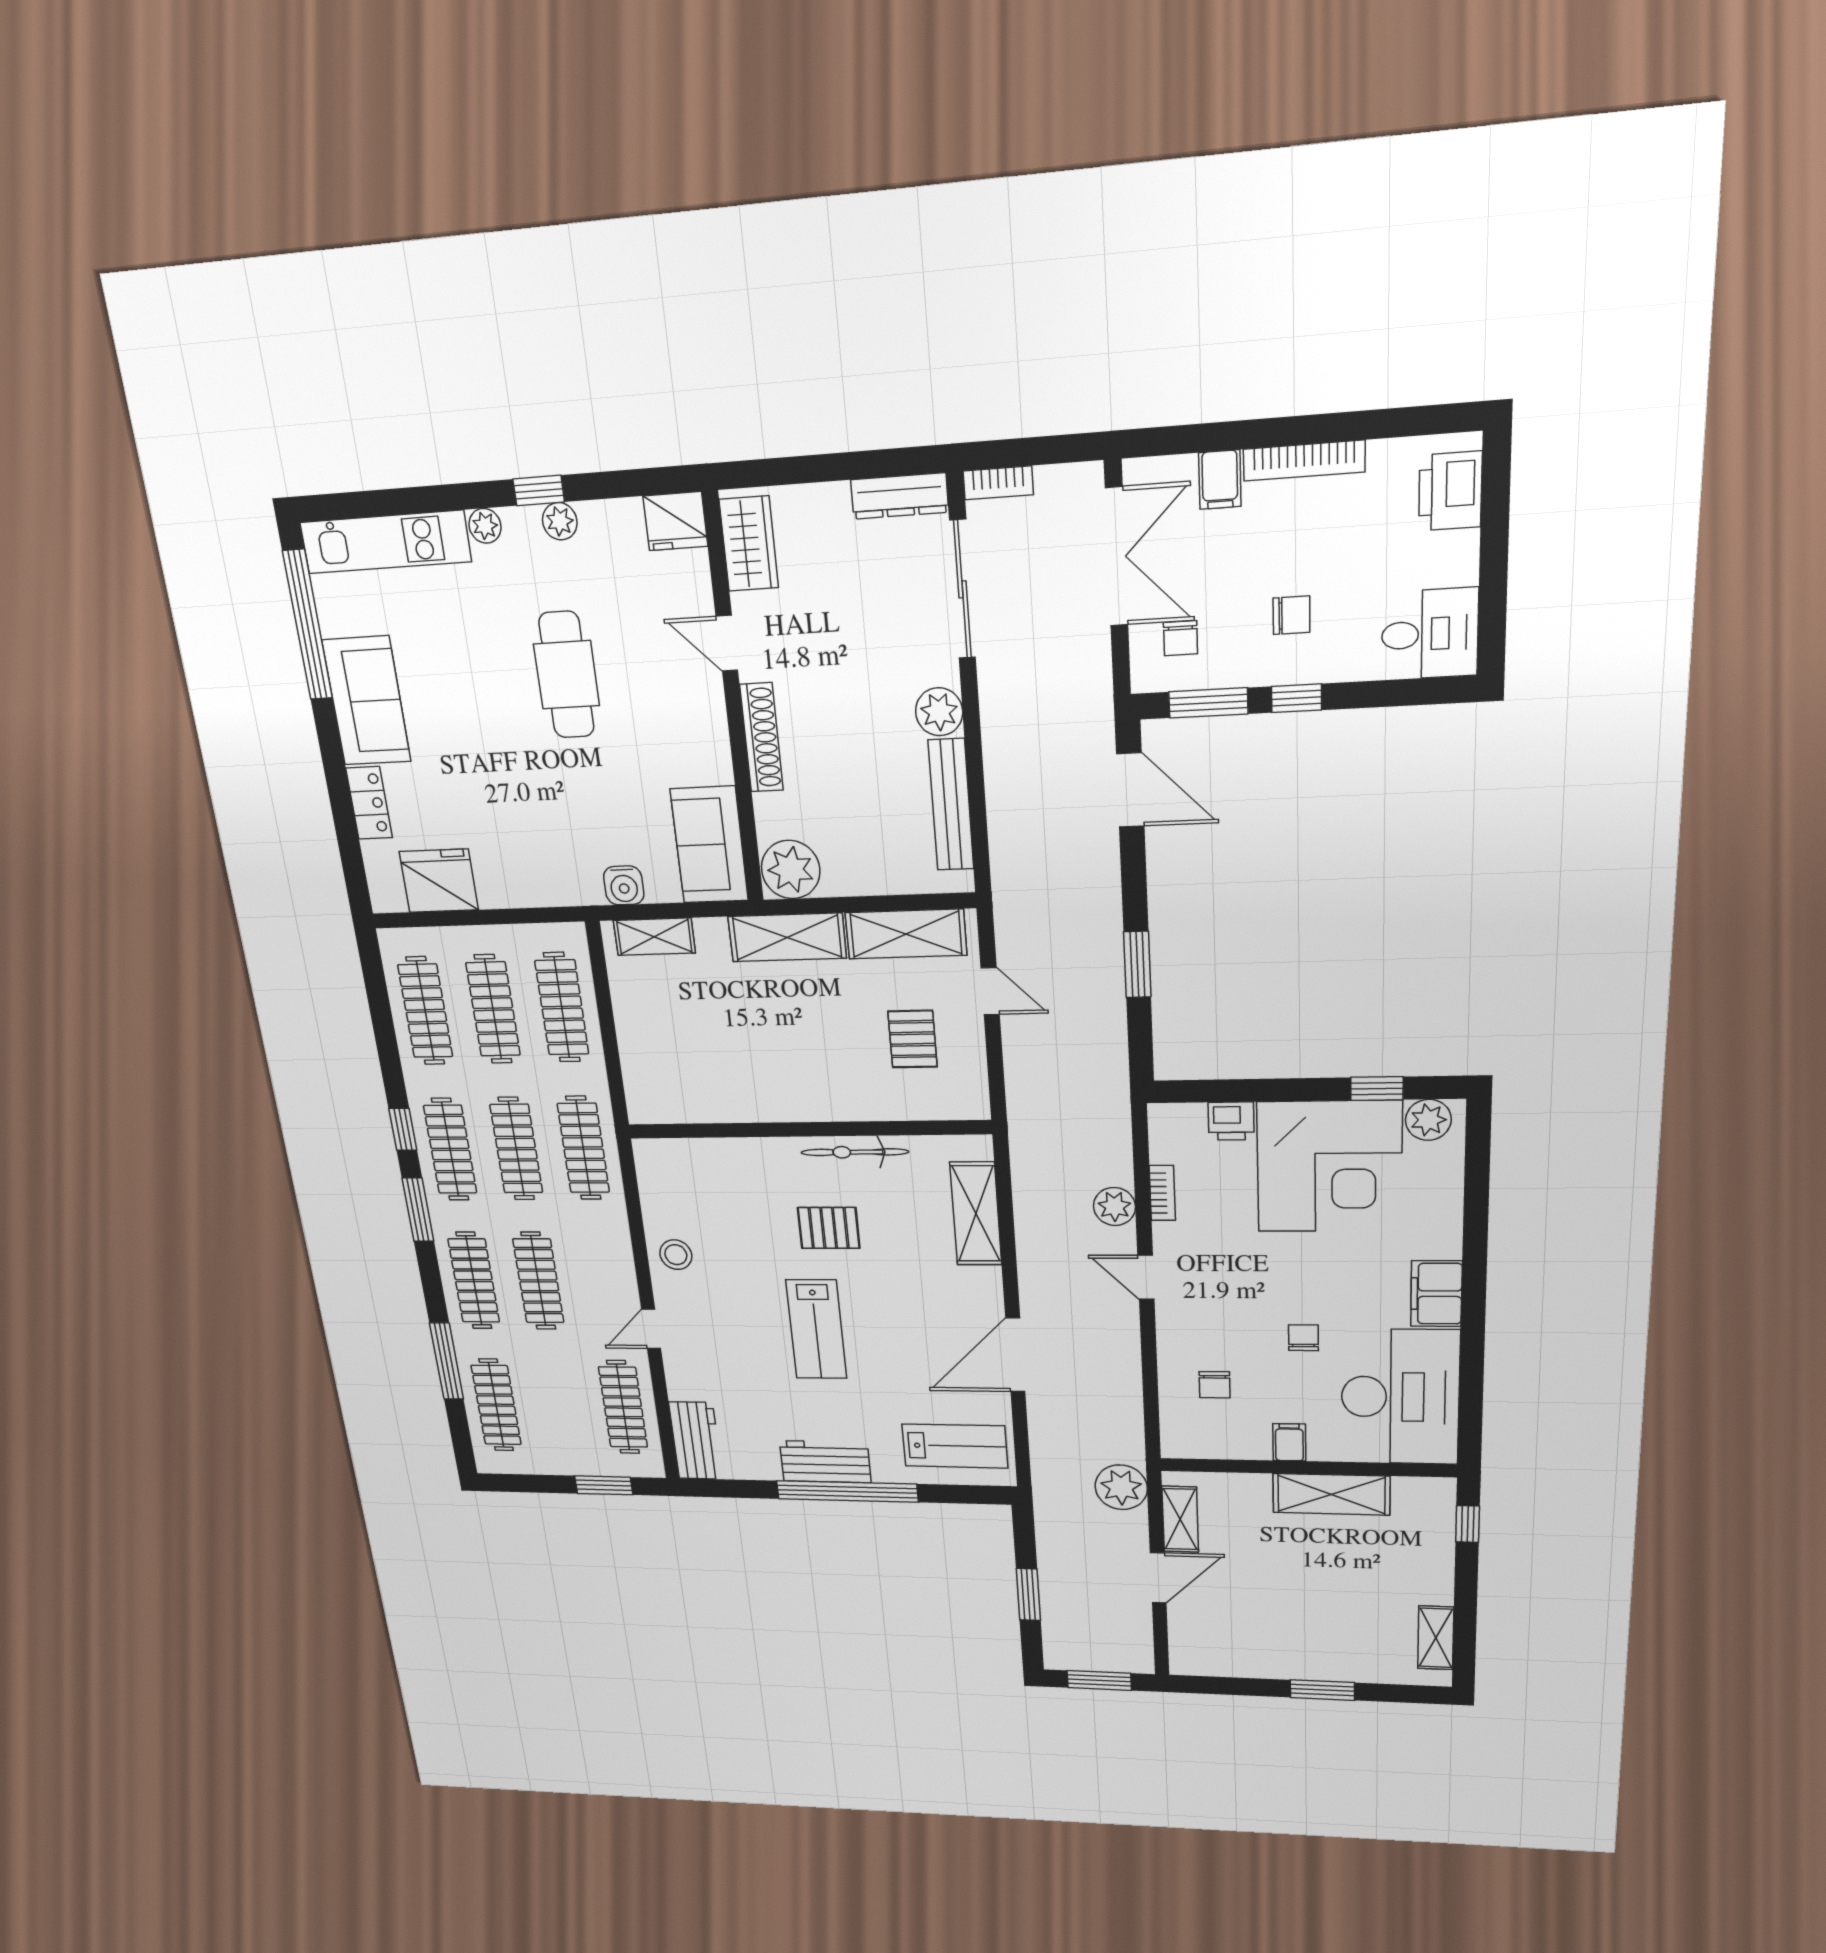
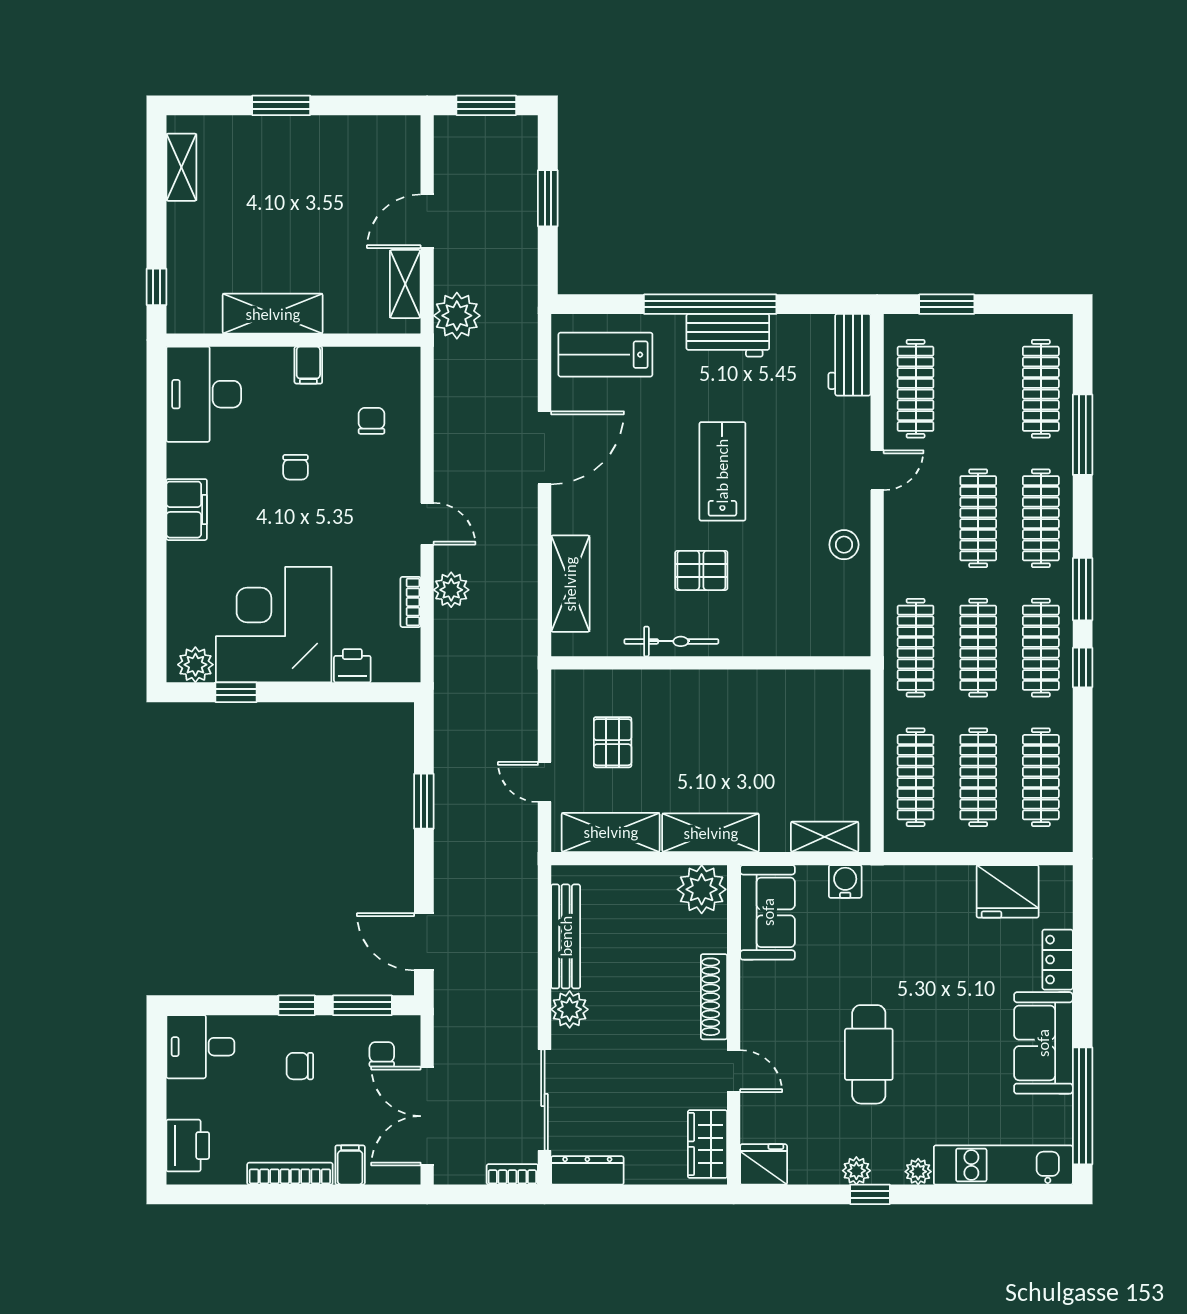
desk: (1400, 1397) -> (204, 394), width x0.73, depth x0.77

